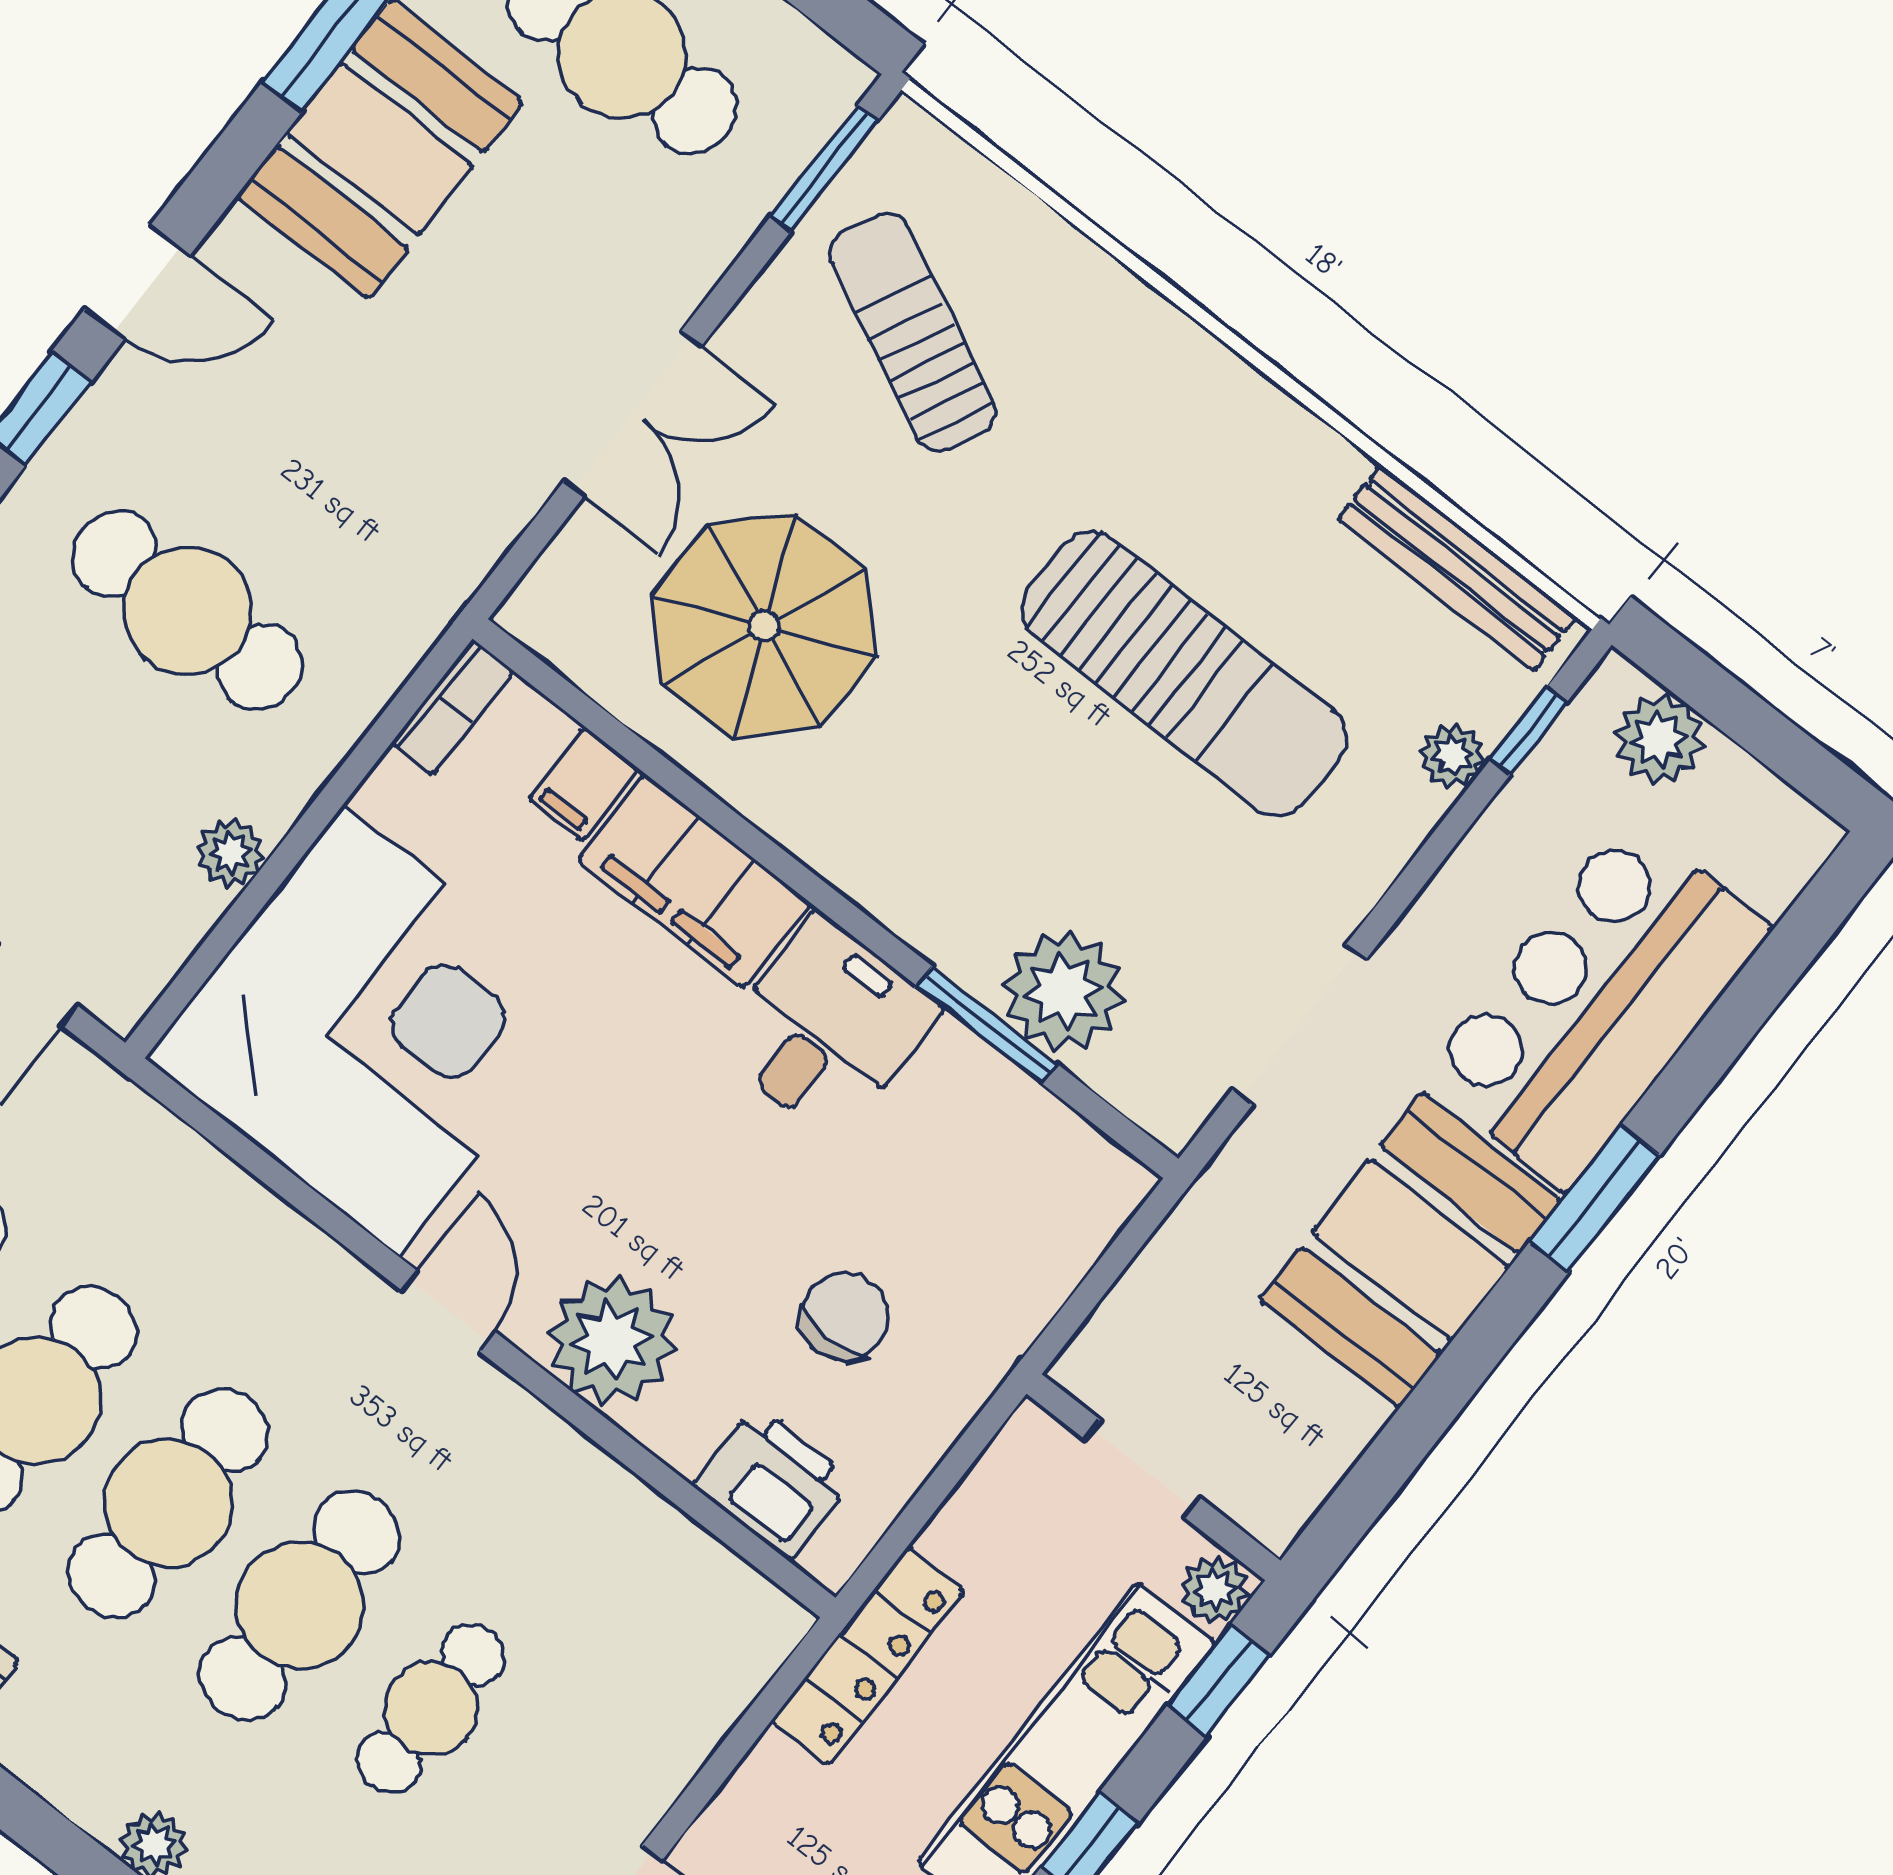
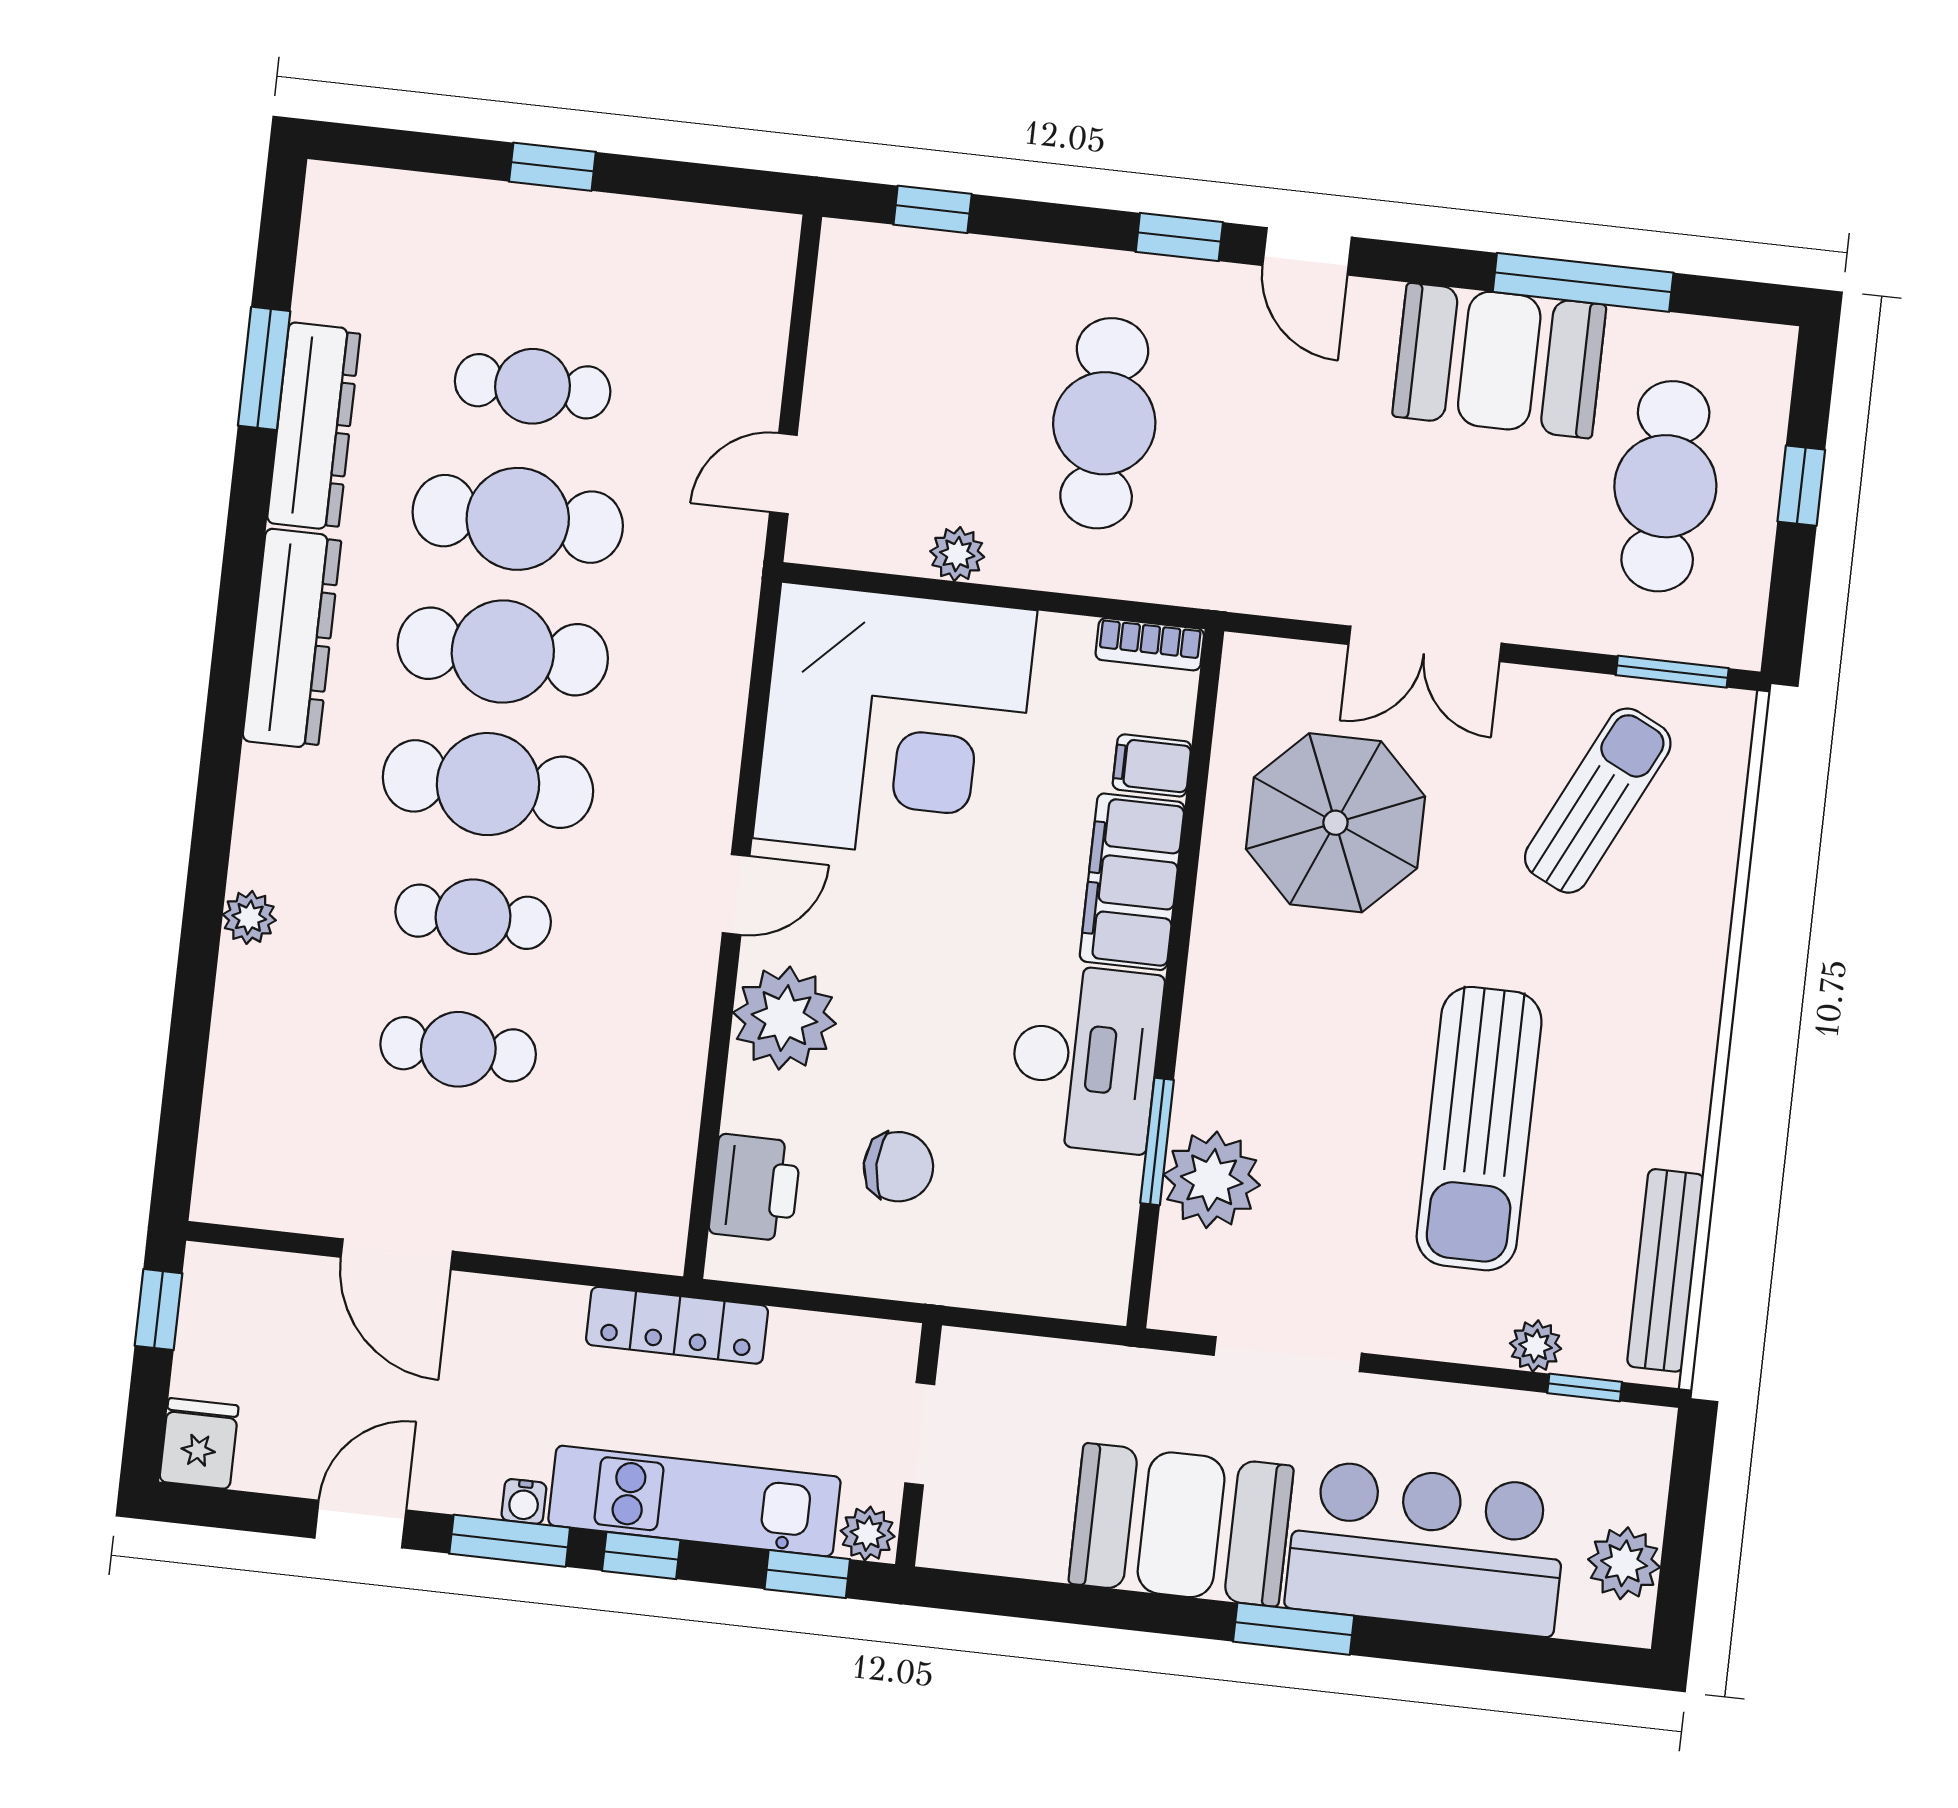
plant: (1659, 739) -> (1624, 1563), moved
desk: (827, 1028) -> (1085, 1058), width x1.37
cafe table: (300, 1606) -> (473, 917), width x0.73, depth x0.74

